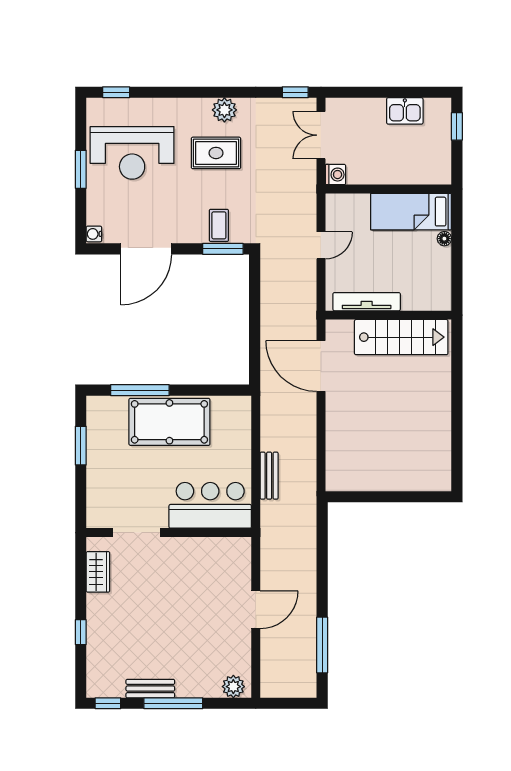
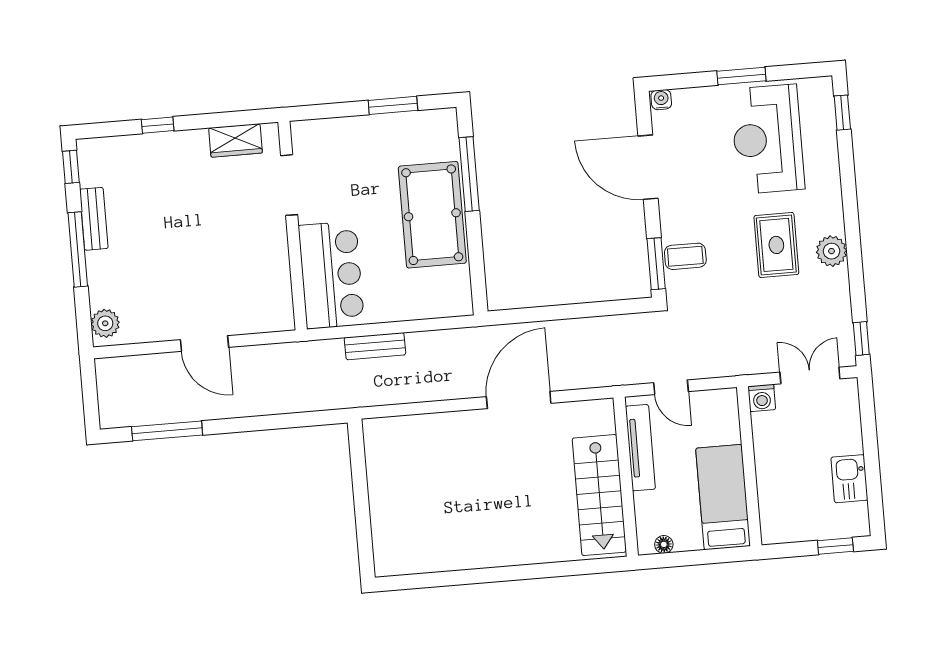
floor lamp: (444, 239) -> (664, 544), moved
tv unit: (367, 302) -> (640, 448), moved
wall: (388, 315) -> (626, 477), moved
stairs: (401, 337) -> (599, 495), moved

